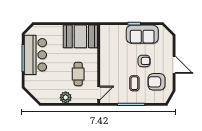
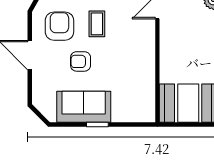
cafe table: (78, 74) -> (192, 39), removed
armchair: (157, 82) -> (59, 26), turned -90

